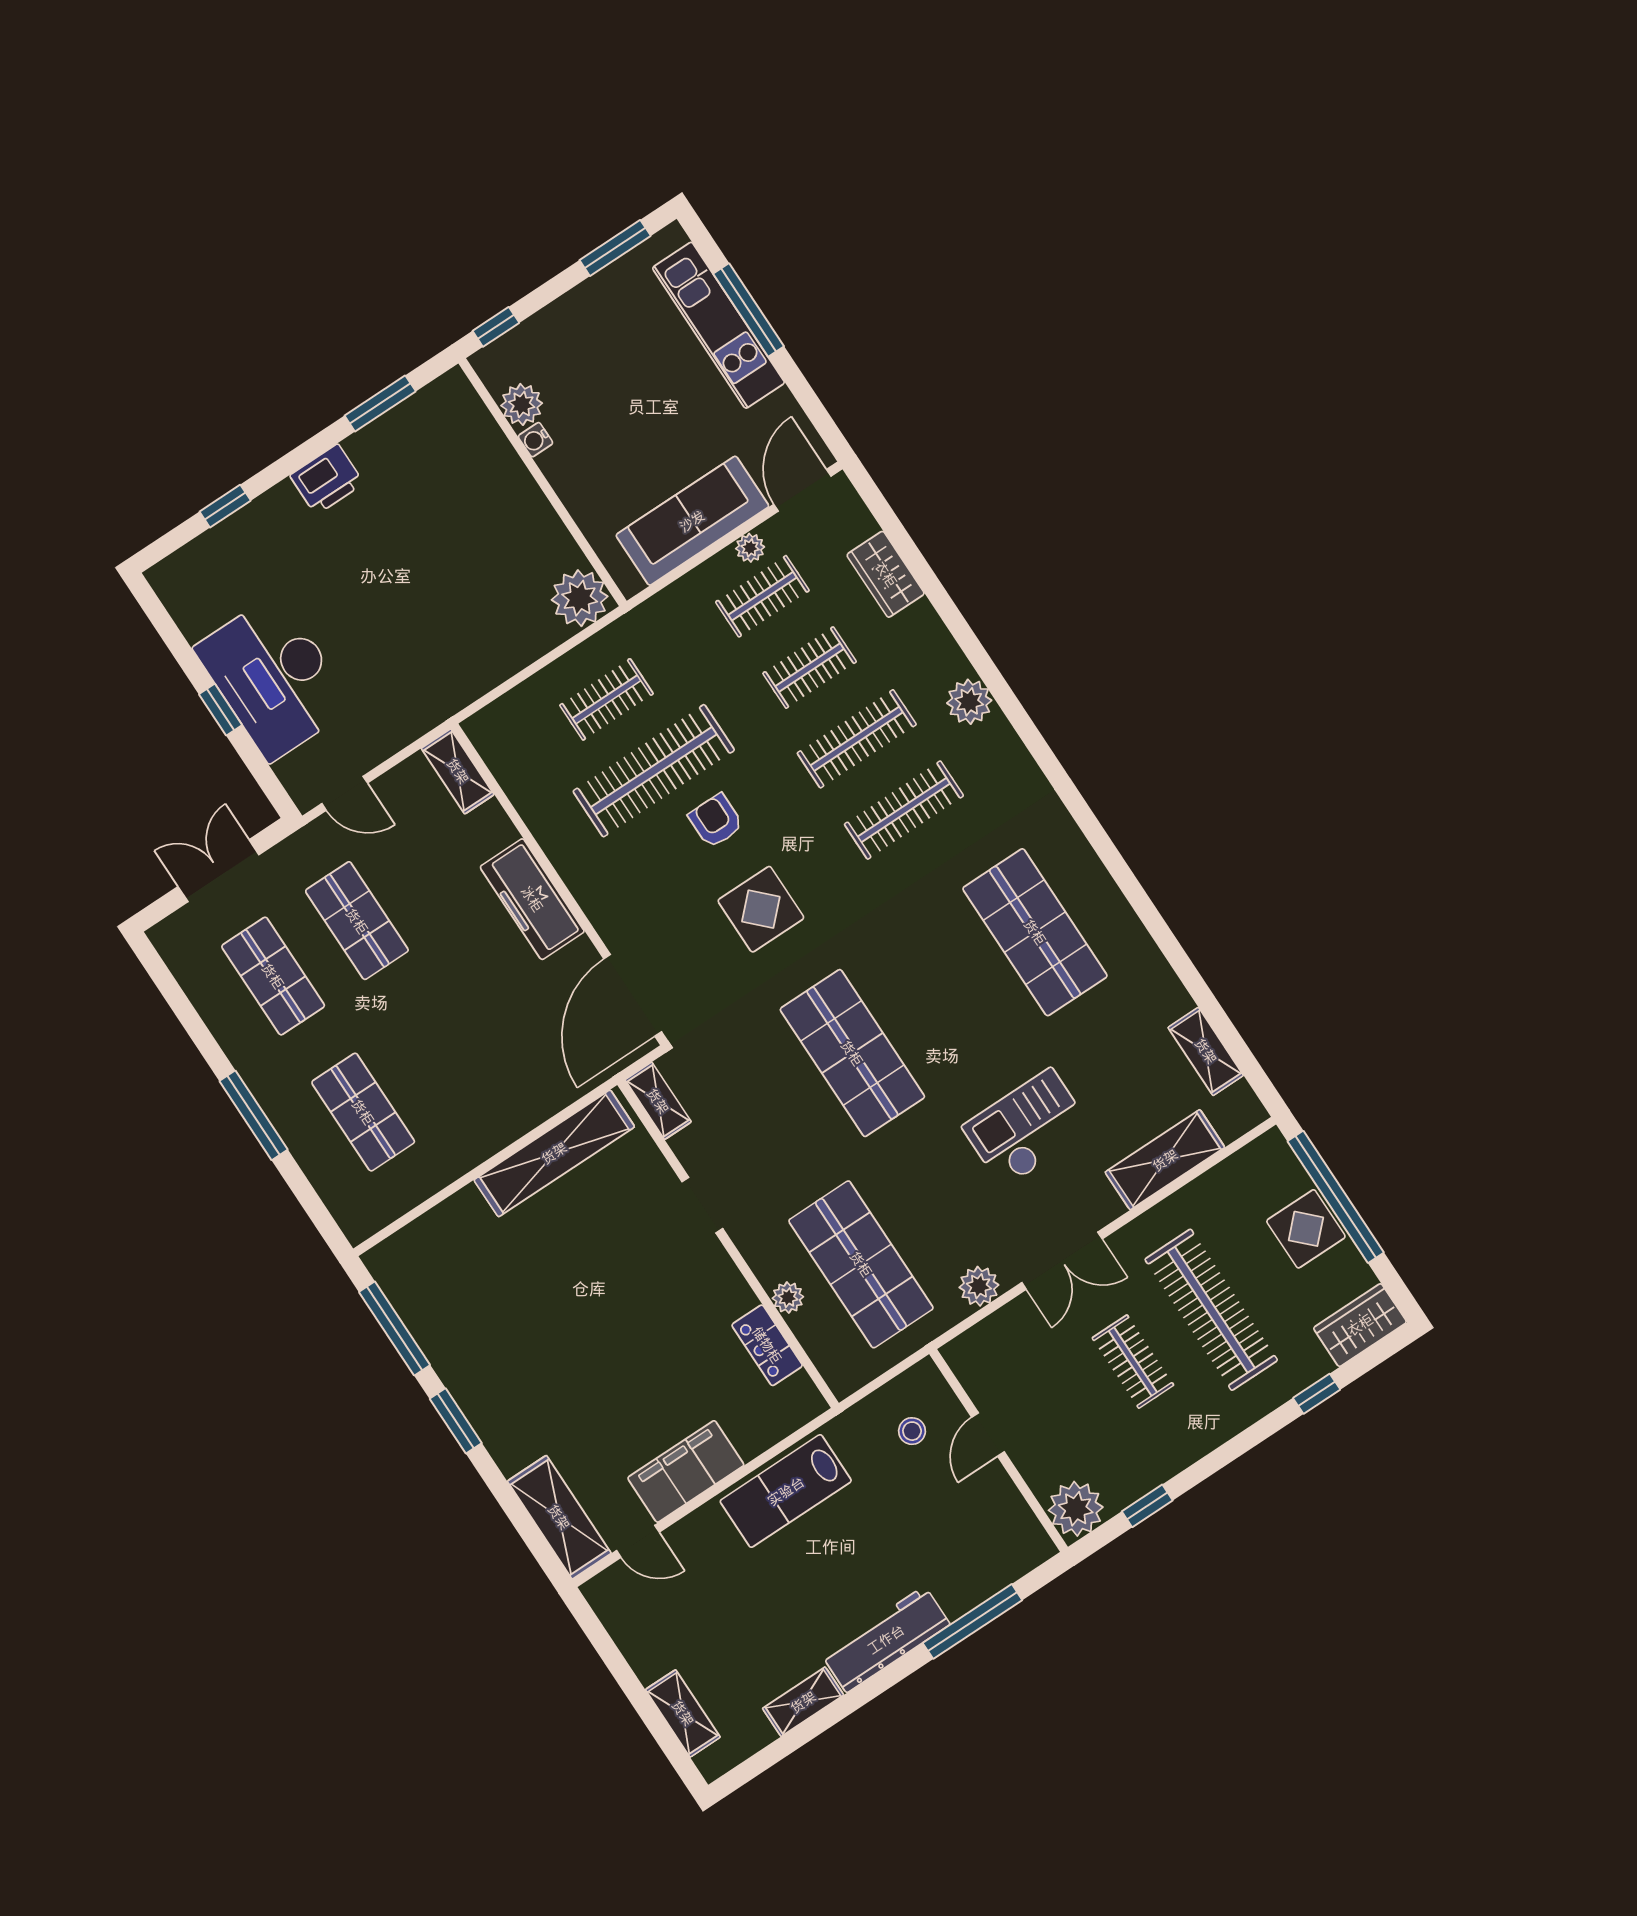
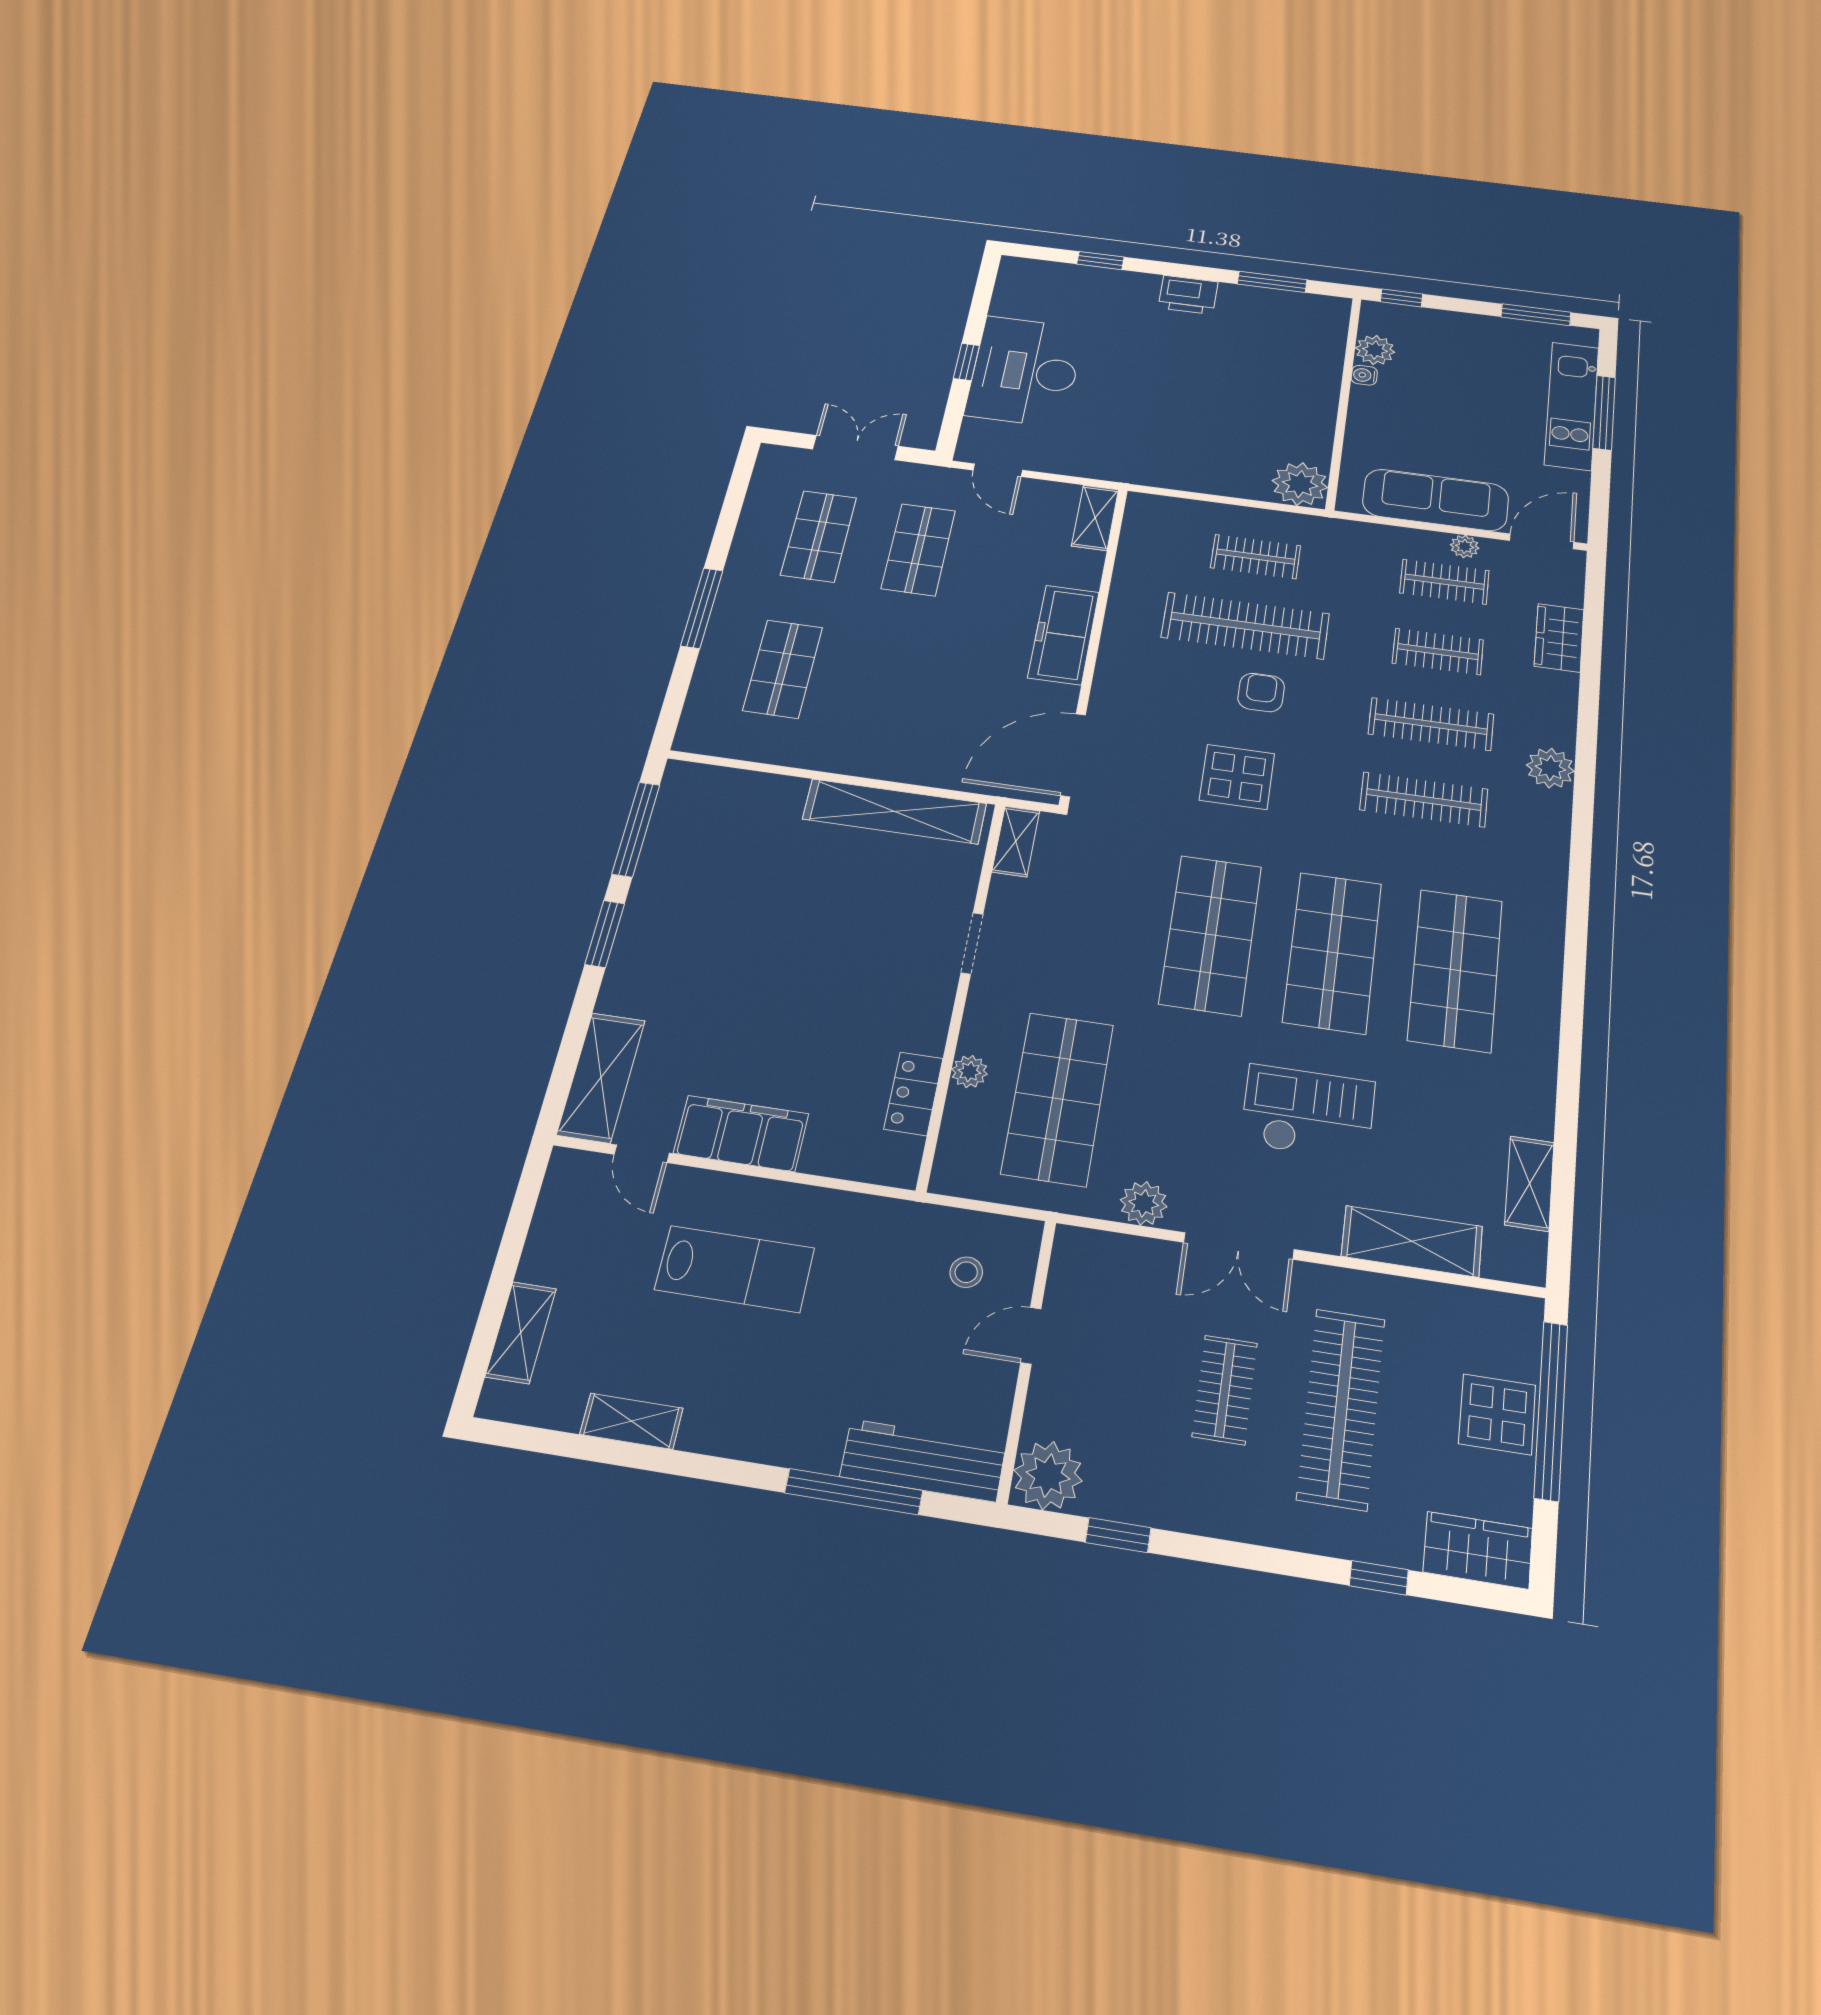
shop shelf: (944, 993) -> (1333, 952), added
lab bench: (786, 1491) -> (735, 1269), moved, turned 180
workbench: (886, 1639) -> (923, 1460), moved

